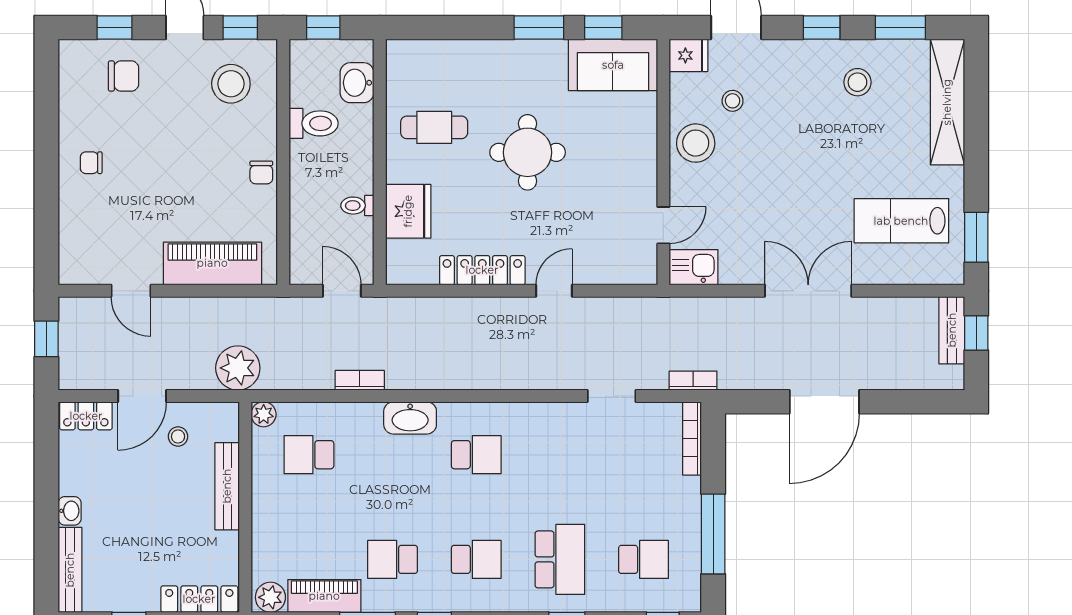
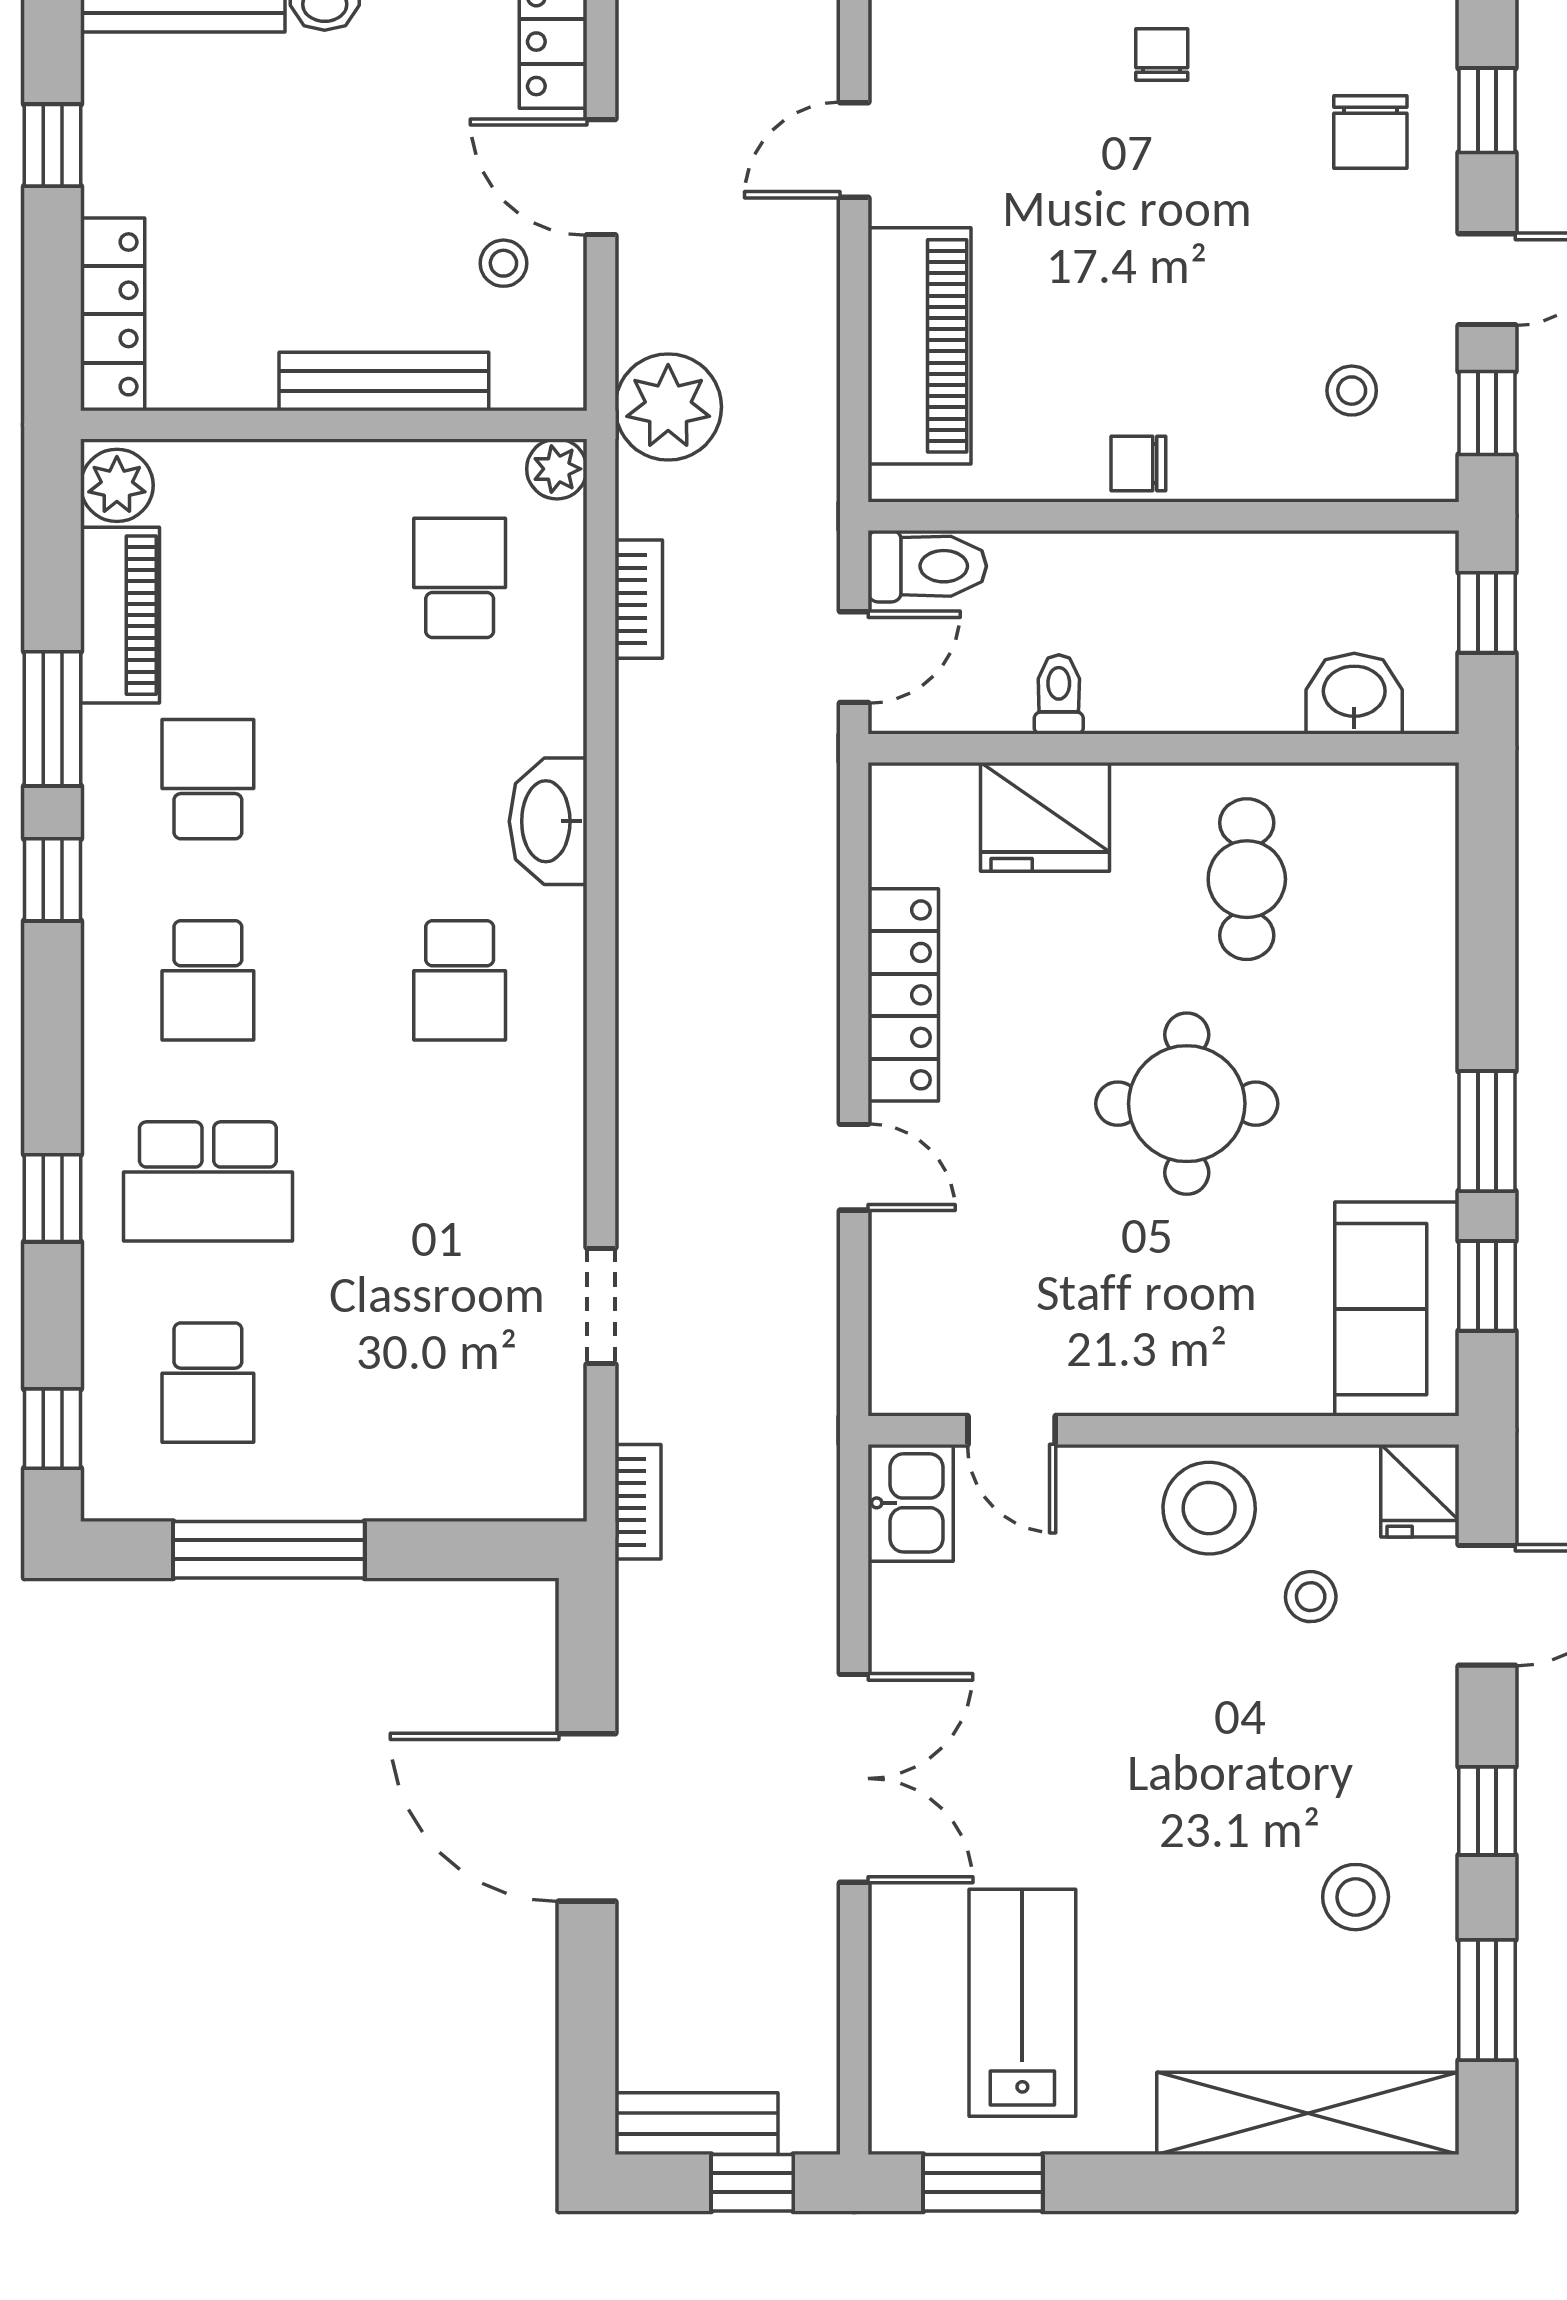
stool: (231, 84) -> (1352, 391), width x0.53, depth x0.53
toilet: (314, 123) -> (927, 566), moved, turned -90
bench: (952, 330) -> (697, 2124), moved
bookcase: (360, 380) -> (639, 599), moved
bookcase: (692, 438) -> (499, 1499), removed

